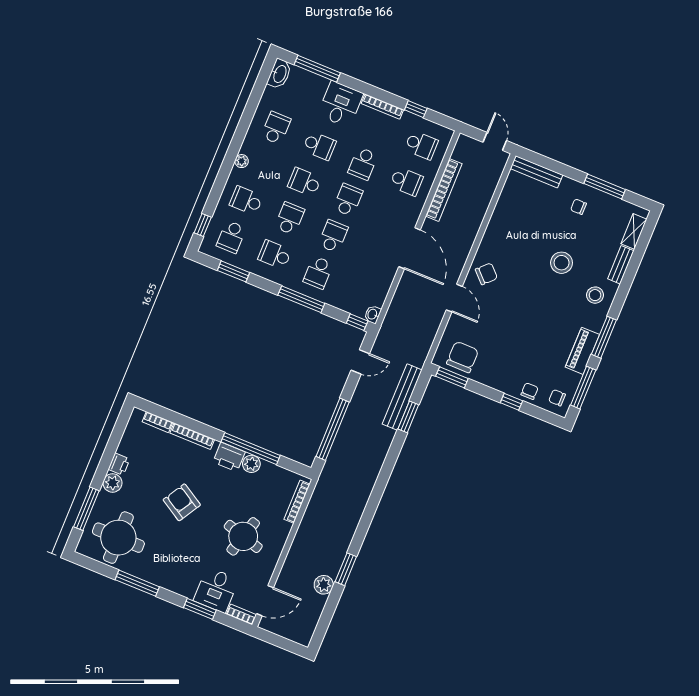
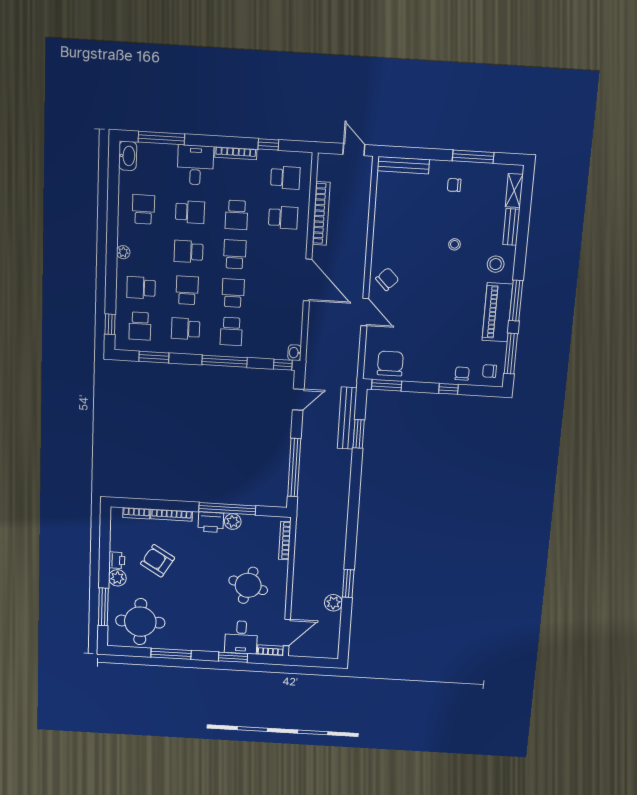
stool: (562, 263) -> (455, 244), width x0.53, depth x0.53
piano: (582, 351) -> (497, 312), width x1.37, depth x1.33
armchair: (182, 502) -> (158, 561), moved

